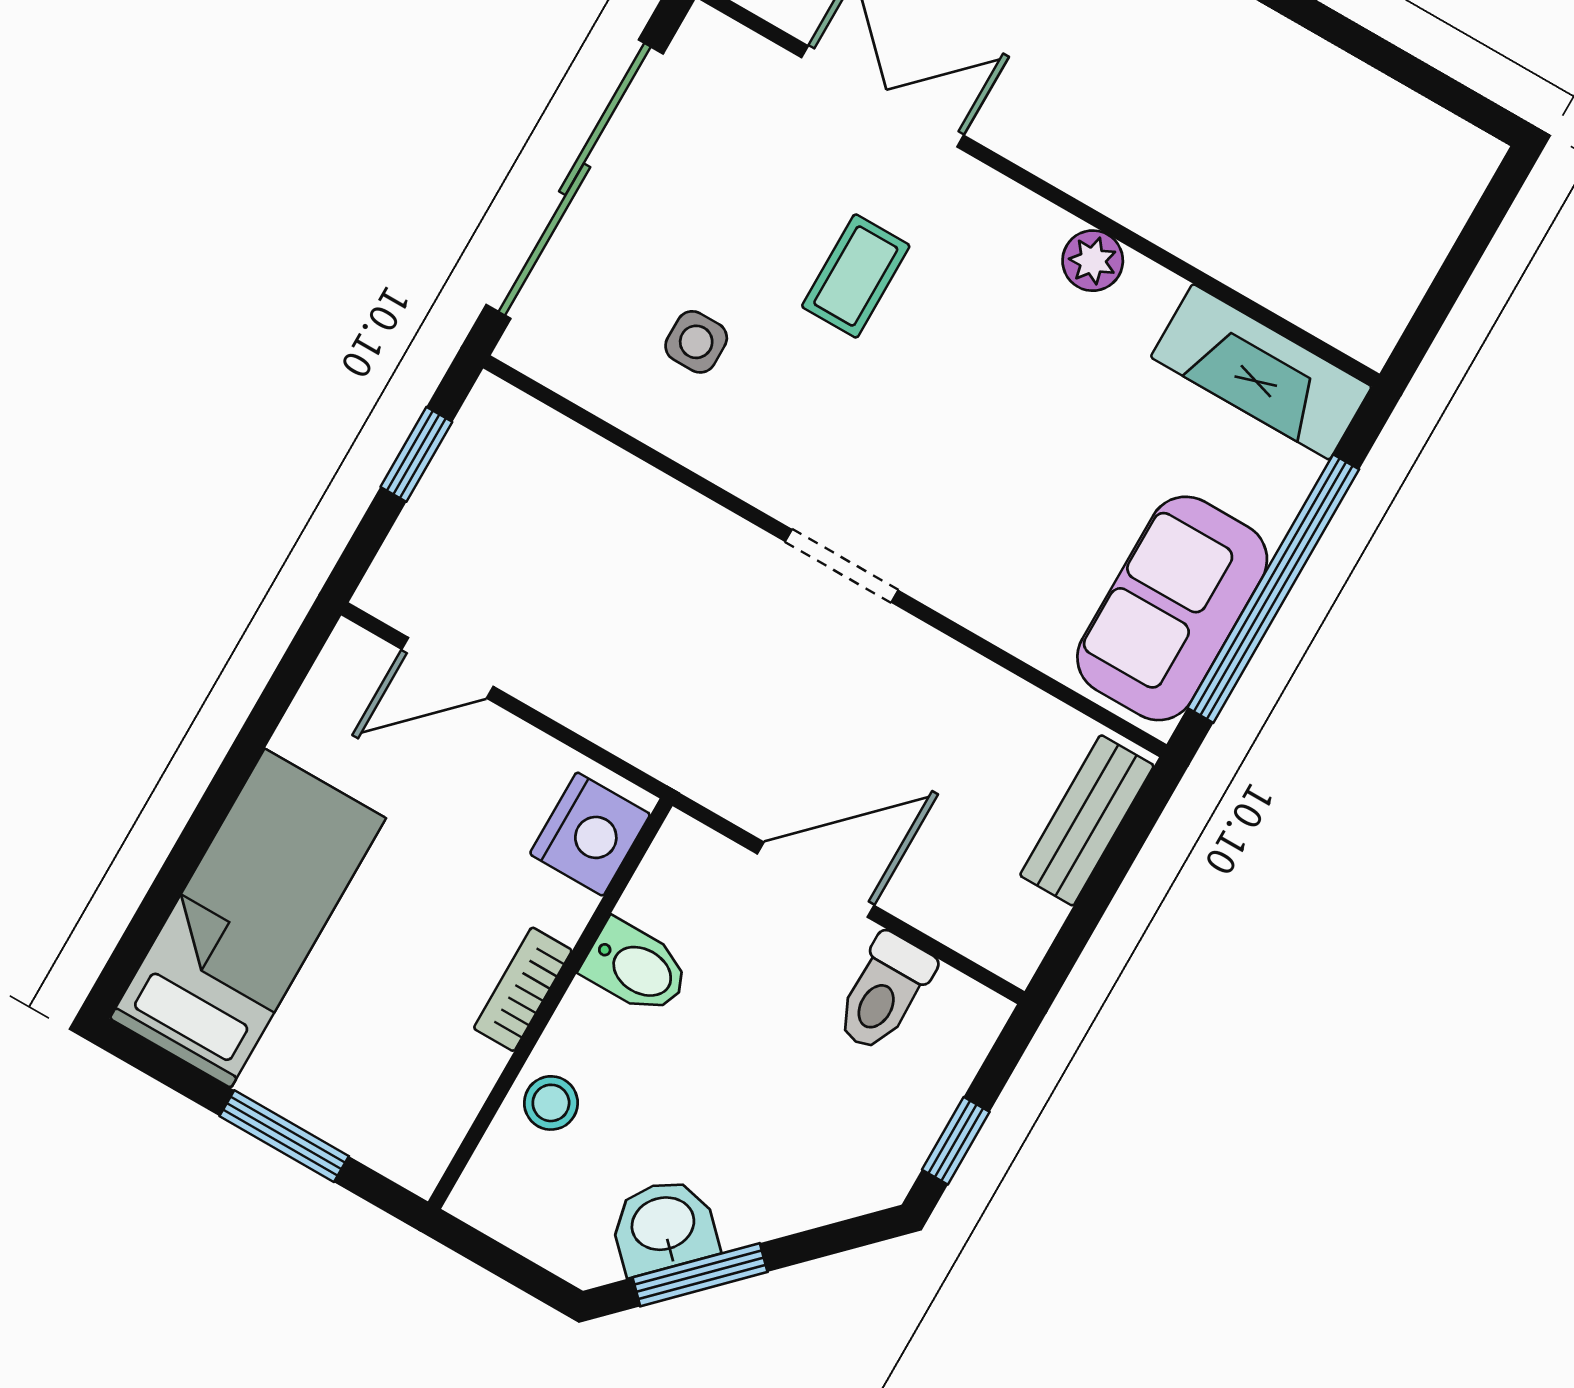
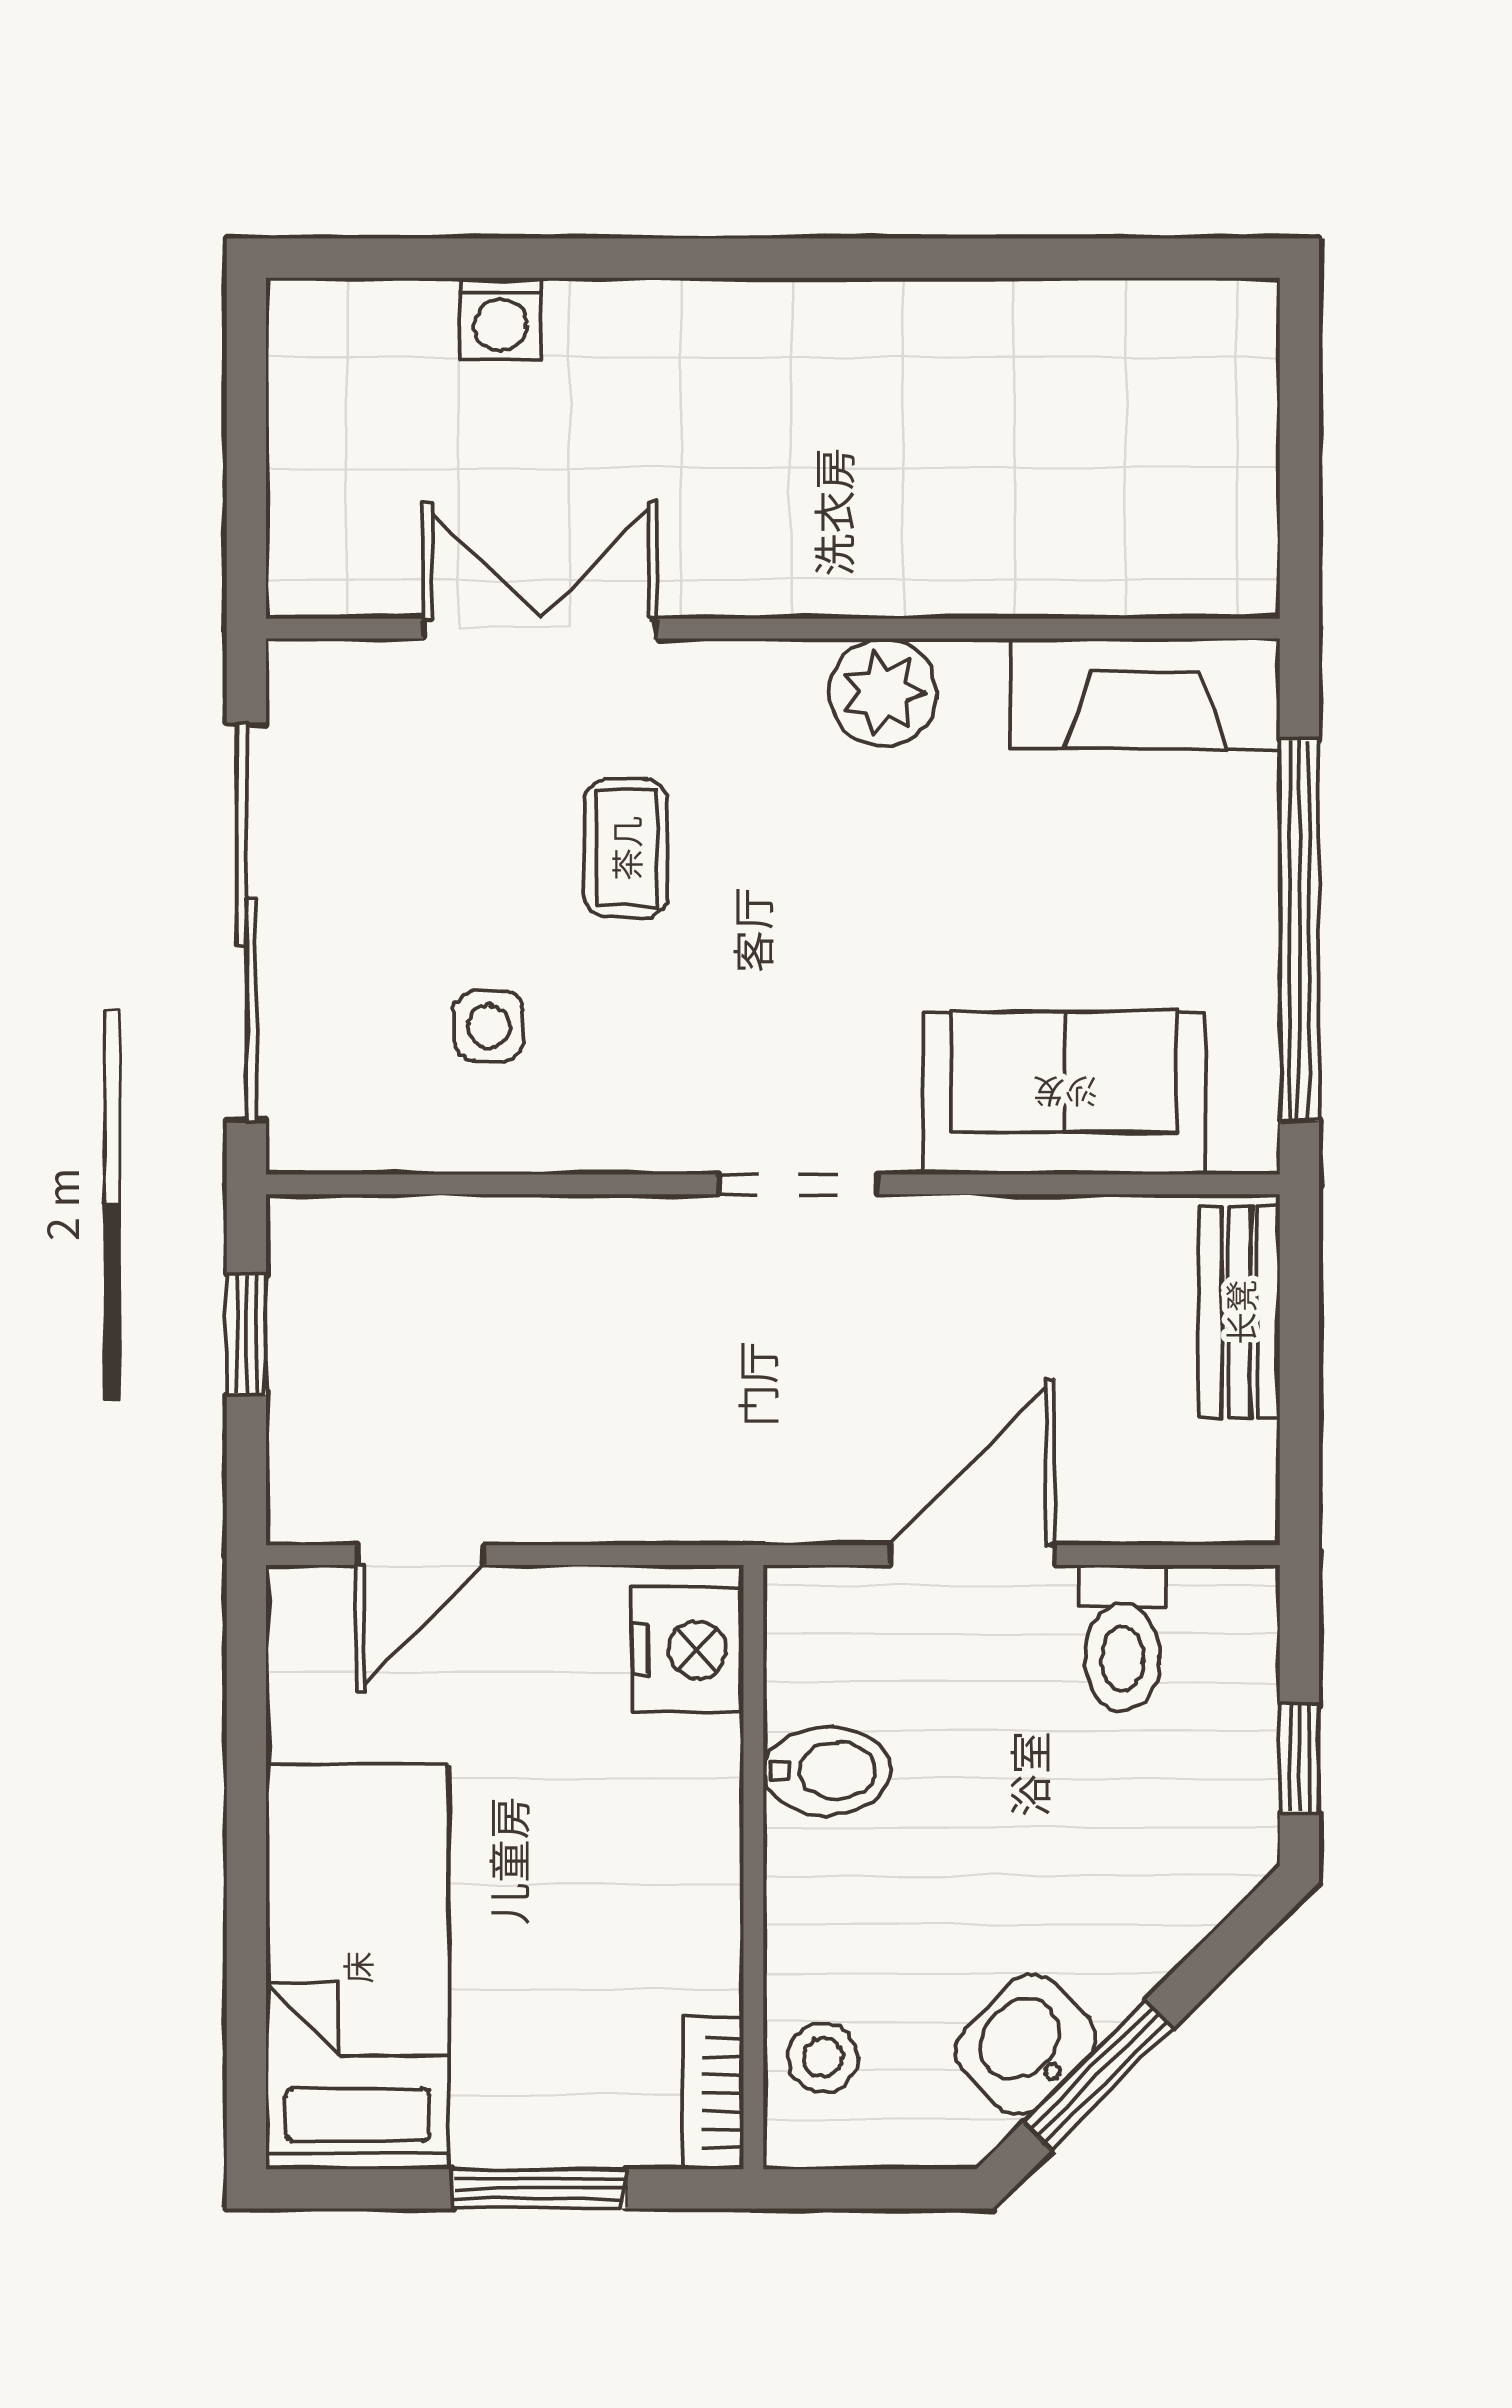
plant: (1093, 261) -> (883, 692), width x1.38, depth x1.38
sofa: (1172, 608) -> (1065, 1093), moved, turned 90
bookcase: (523, 989) -> (713, 2093), moved
stool: (551, 1103) -> (823, 2057), moved

